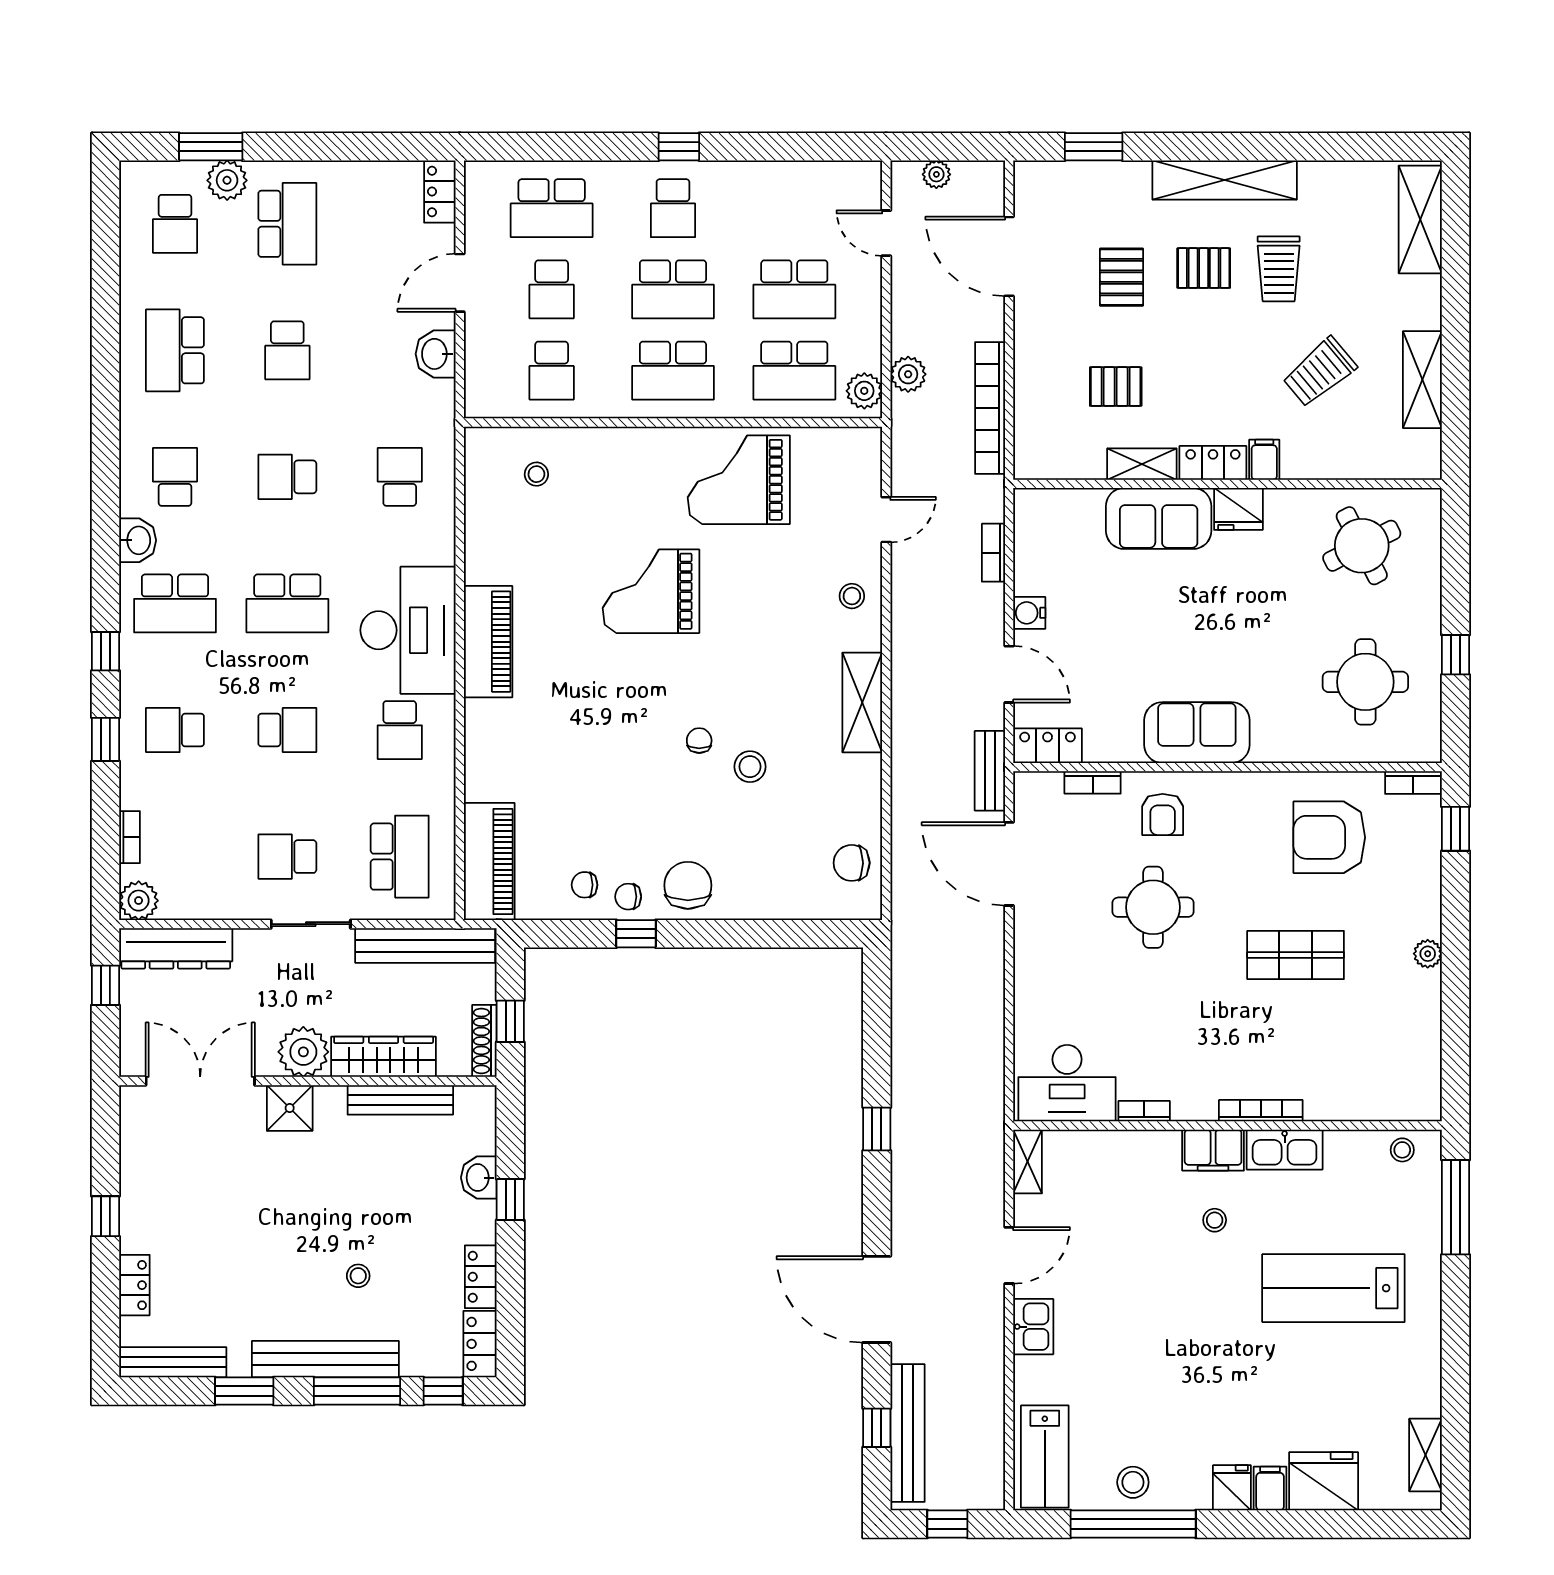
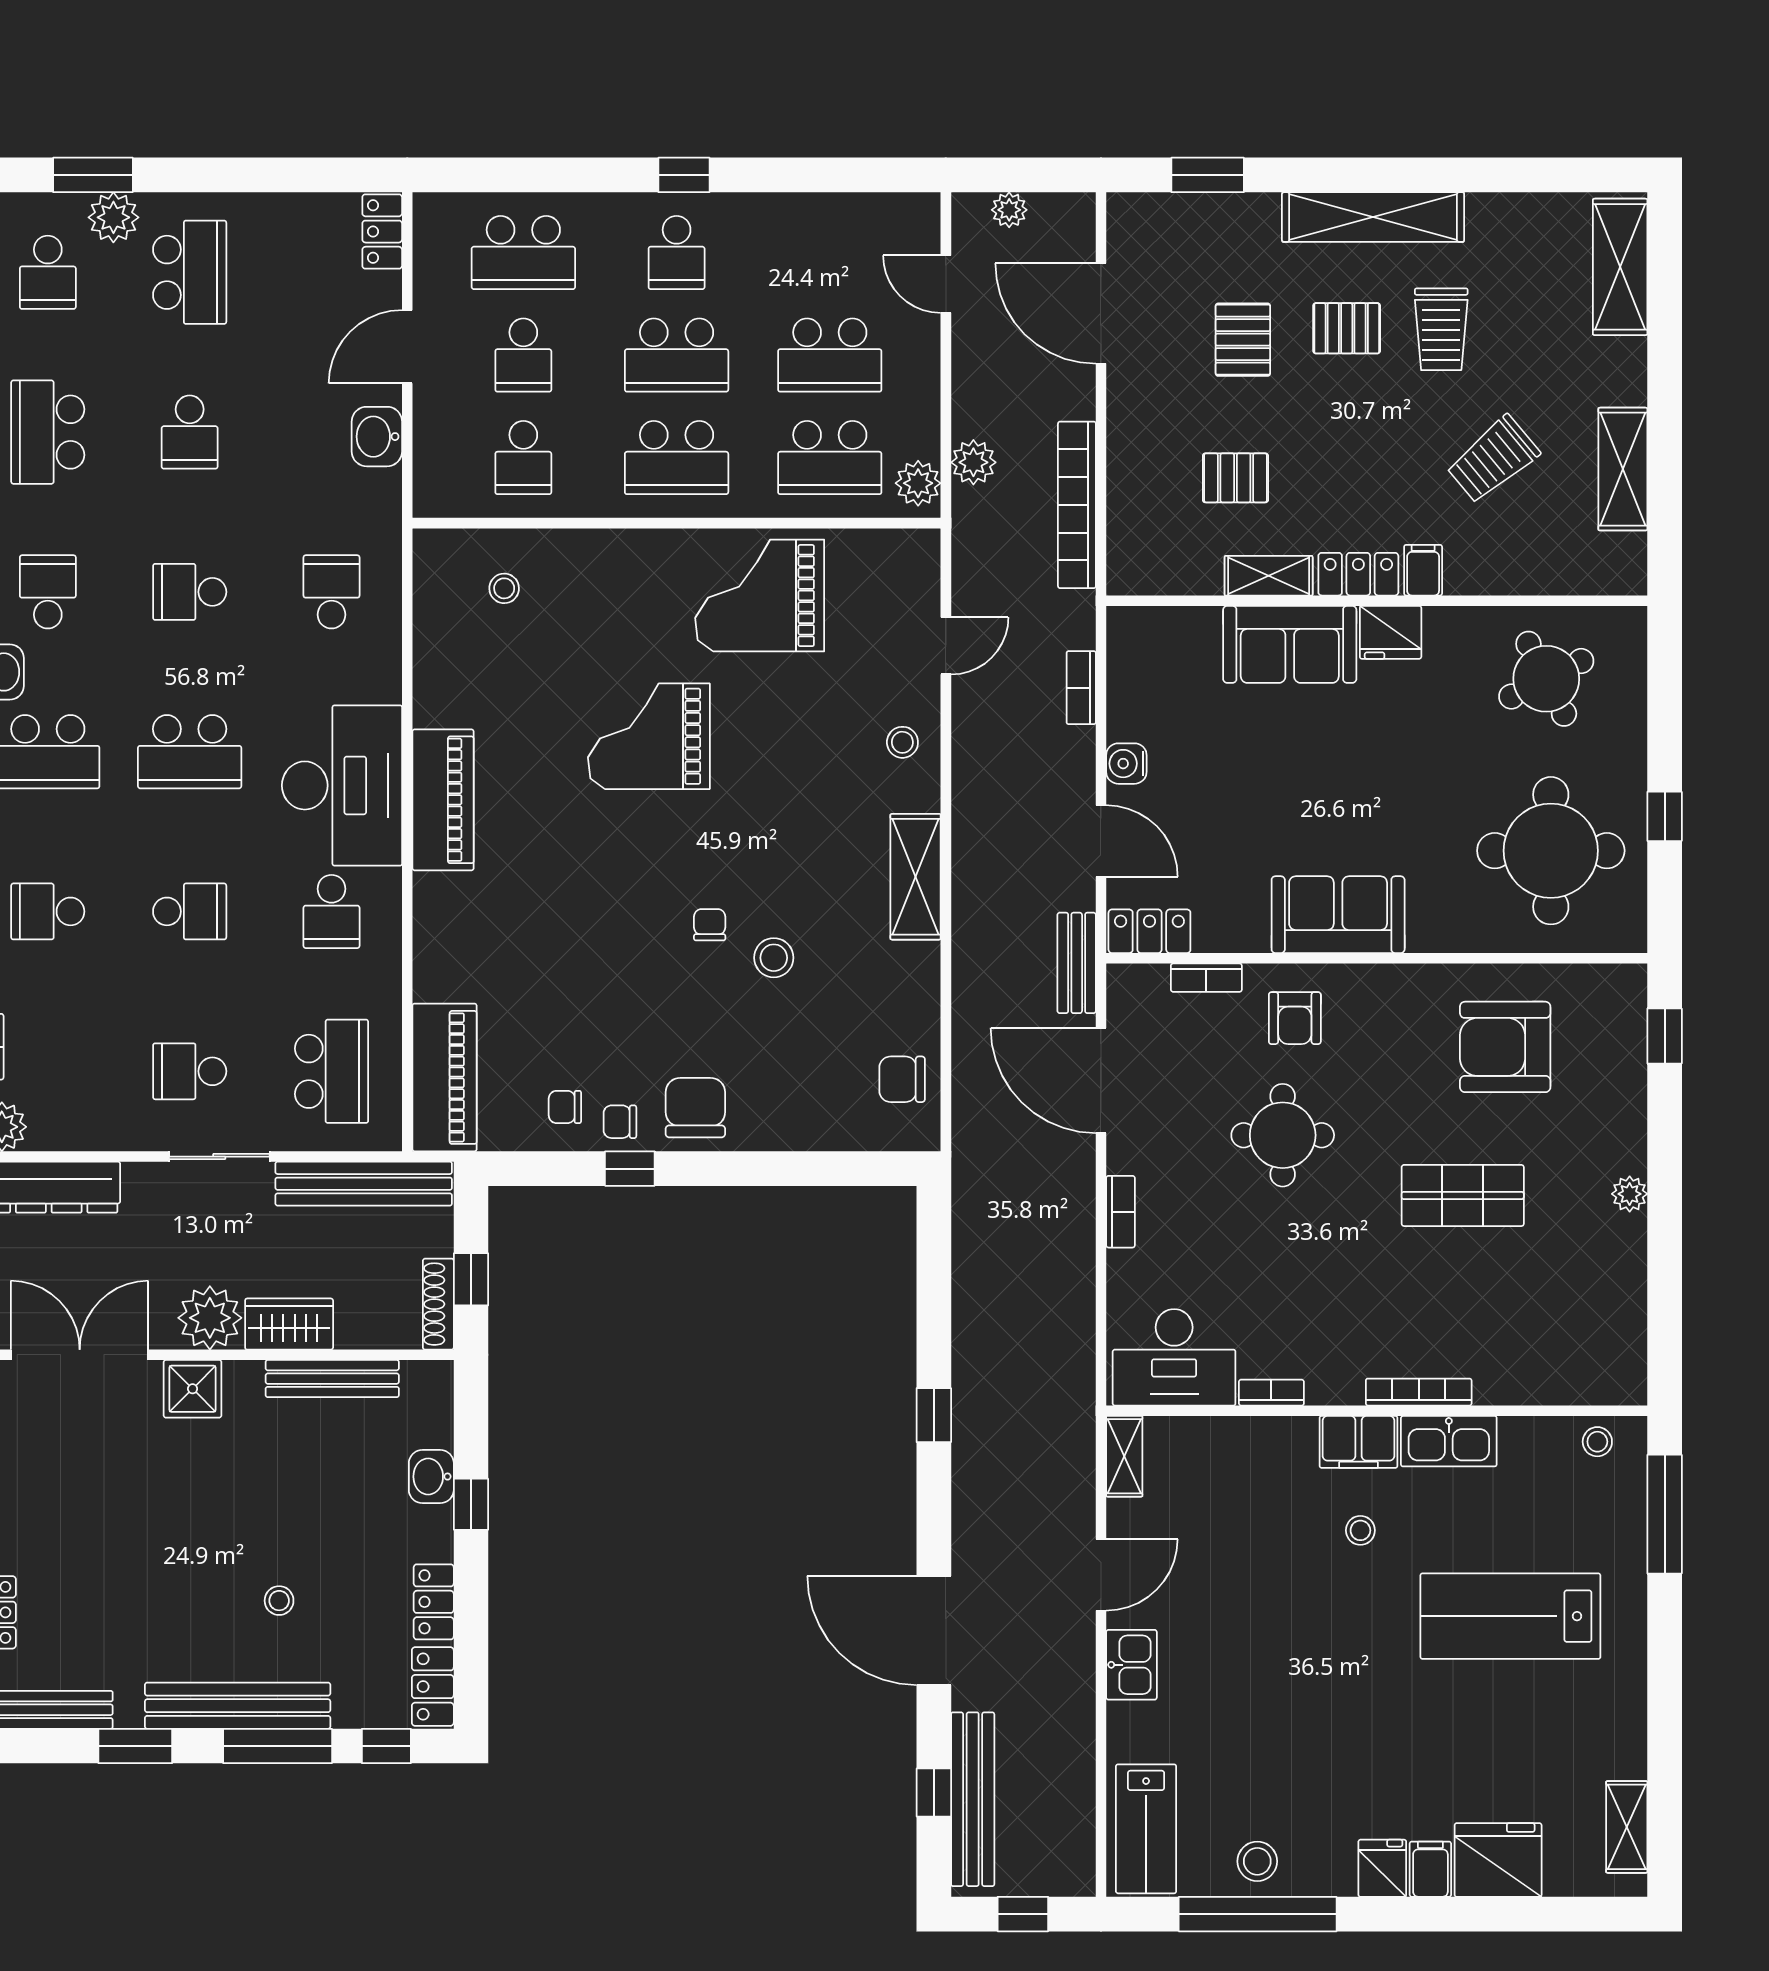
round table: (1365, 682) -> (1551, 851), width x1.36, depth x1.36
bookcase: (1413, 783) -> (1120, 1212), moved, turned -90
wardrobe: (384, 1057) -> (289, 1324), width x0.67

